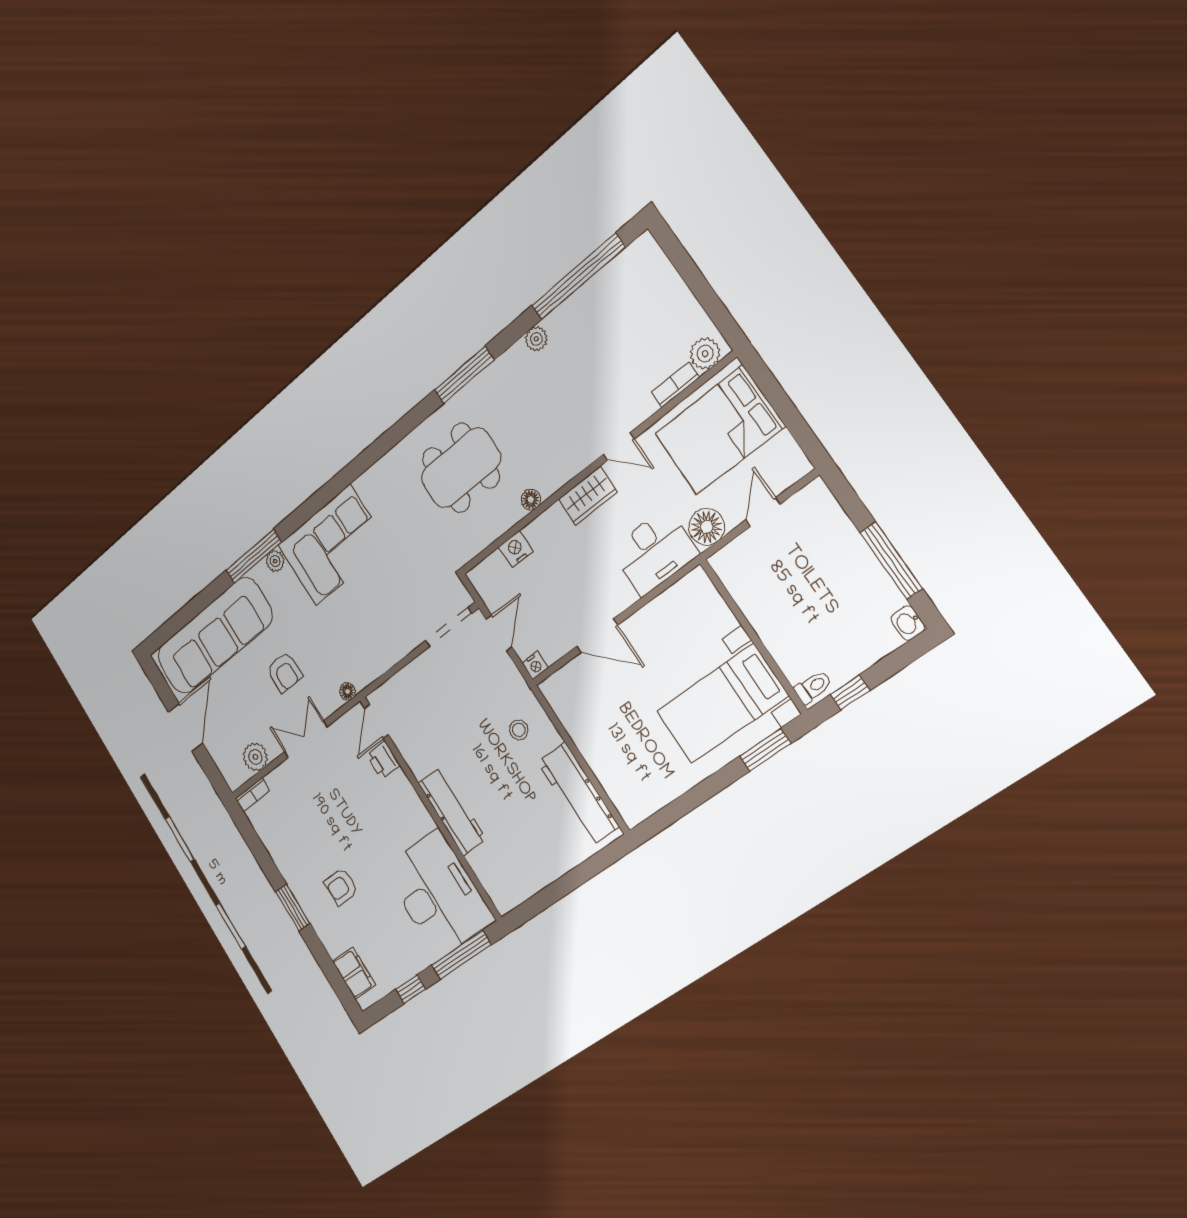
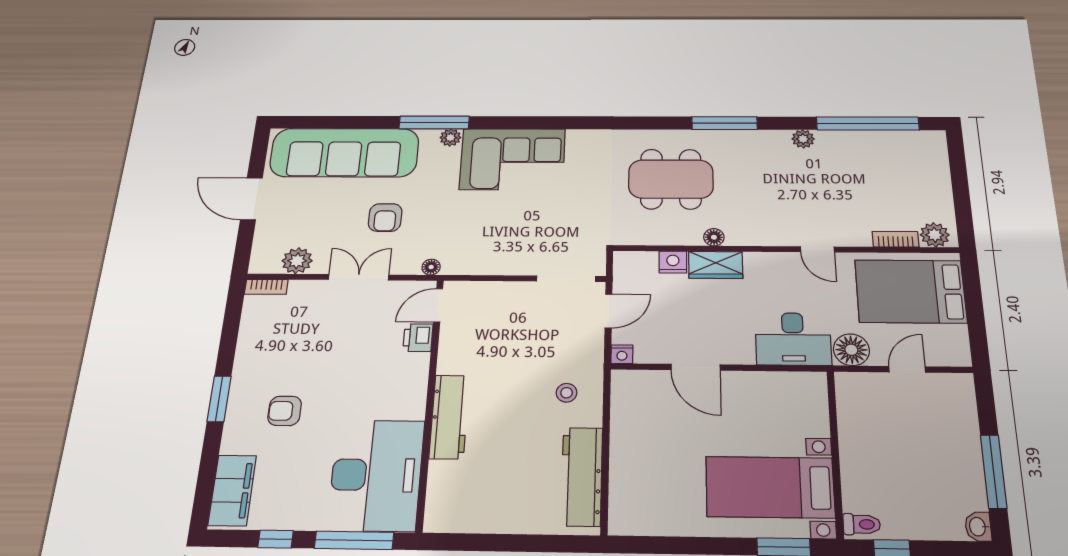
wardrobe: (588, 496) -> (716, 265), moved
door: (185, 727) -> (251, 199), swing flipped
filing cabinet: (354, 973) -> (232, 490), width x1.50, depth x1.17

